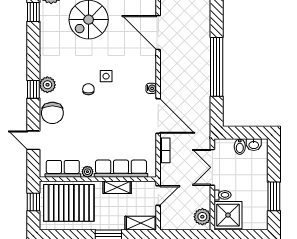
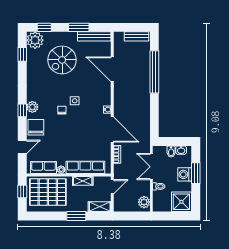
window: (217, 67) -> (154, 72), moved
chair: (52, 113) -> (36, 127), turned 180
door: (33, 140) -> (22, 147), swing flipped
washing machine: (259, 178) -> (185, 174), added
window: (274, 196) -> (196, 173), moved
shower: (228, 215) -> (181, 202), moved

